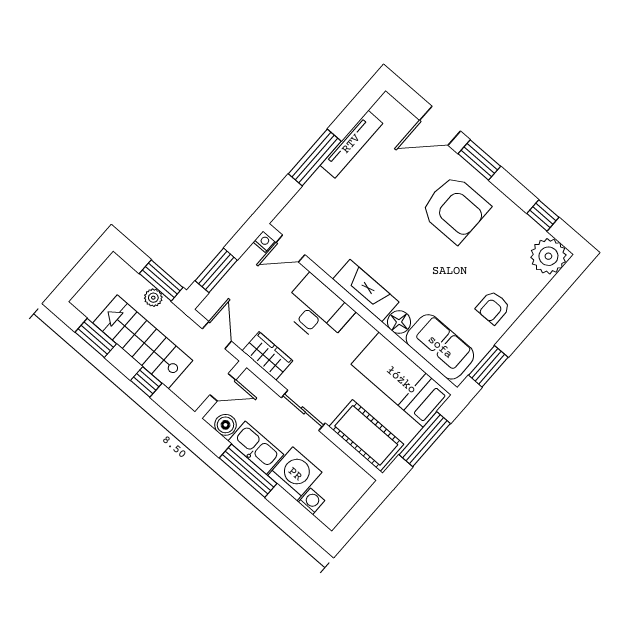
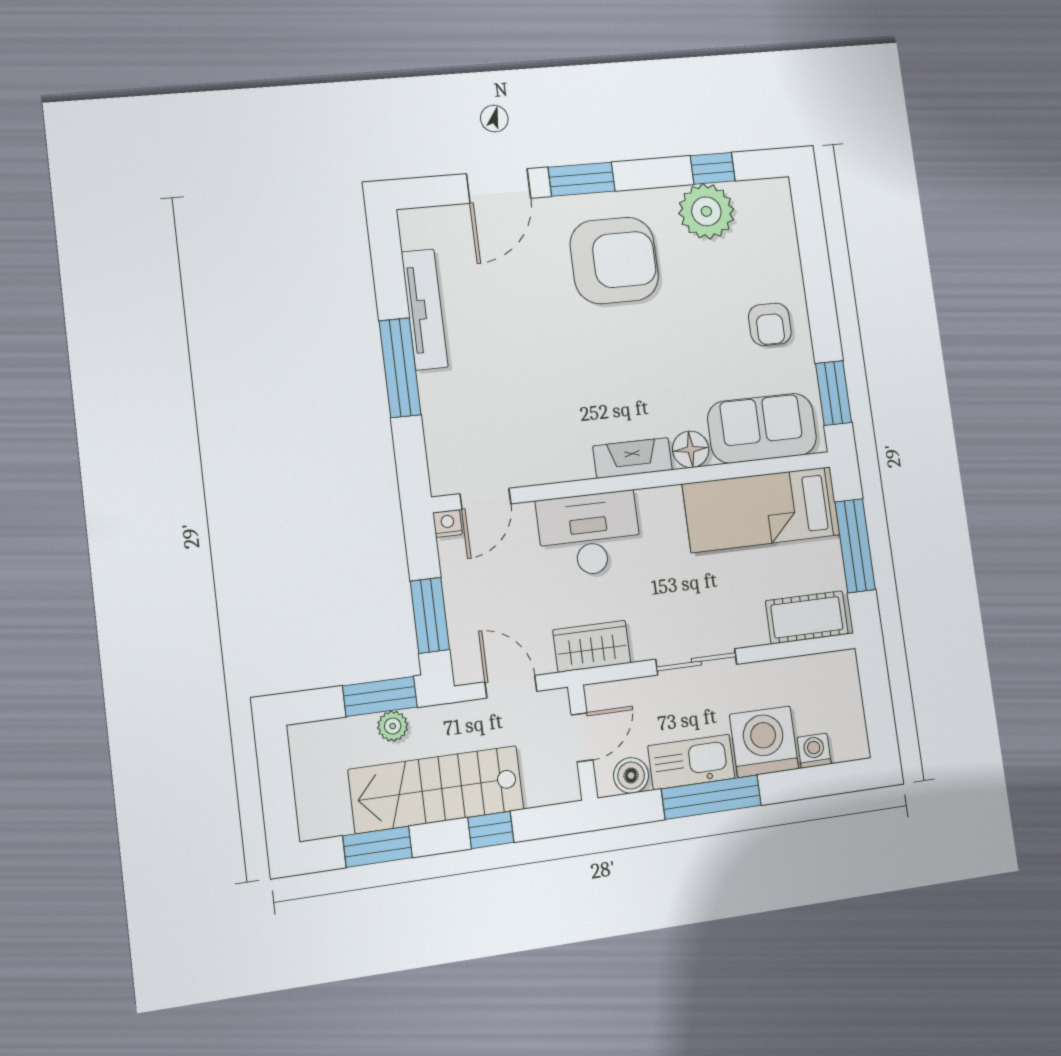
plant: (548, 256) -> (706, 211), moved
fireplace: (366, 291) -> (633, 458), width x0.73, depth x0.76
cot: (366, 435) -> (807, 617), width x0.73, depth x0.75

